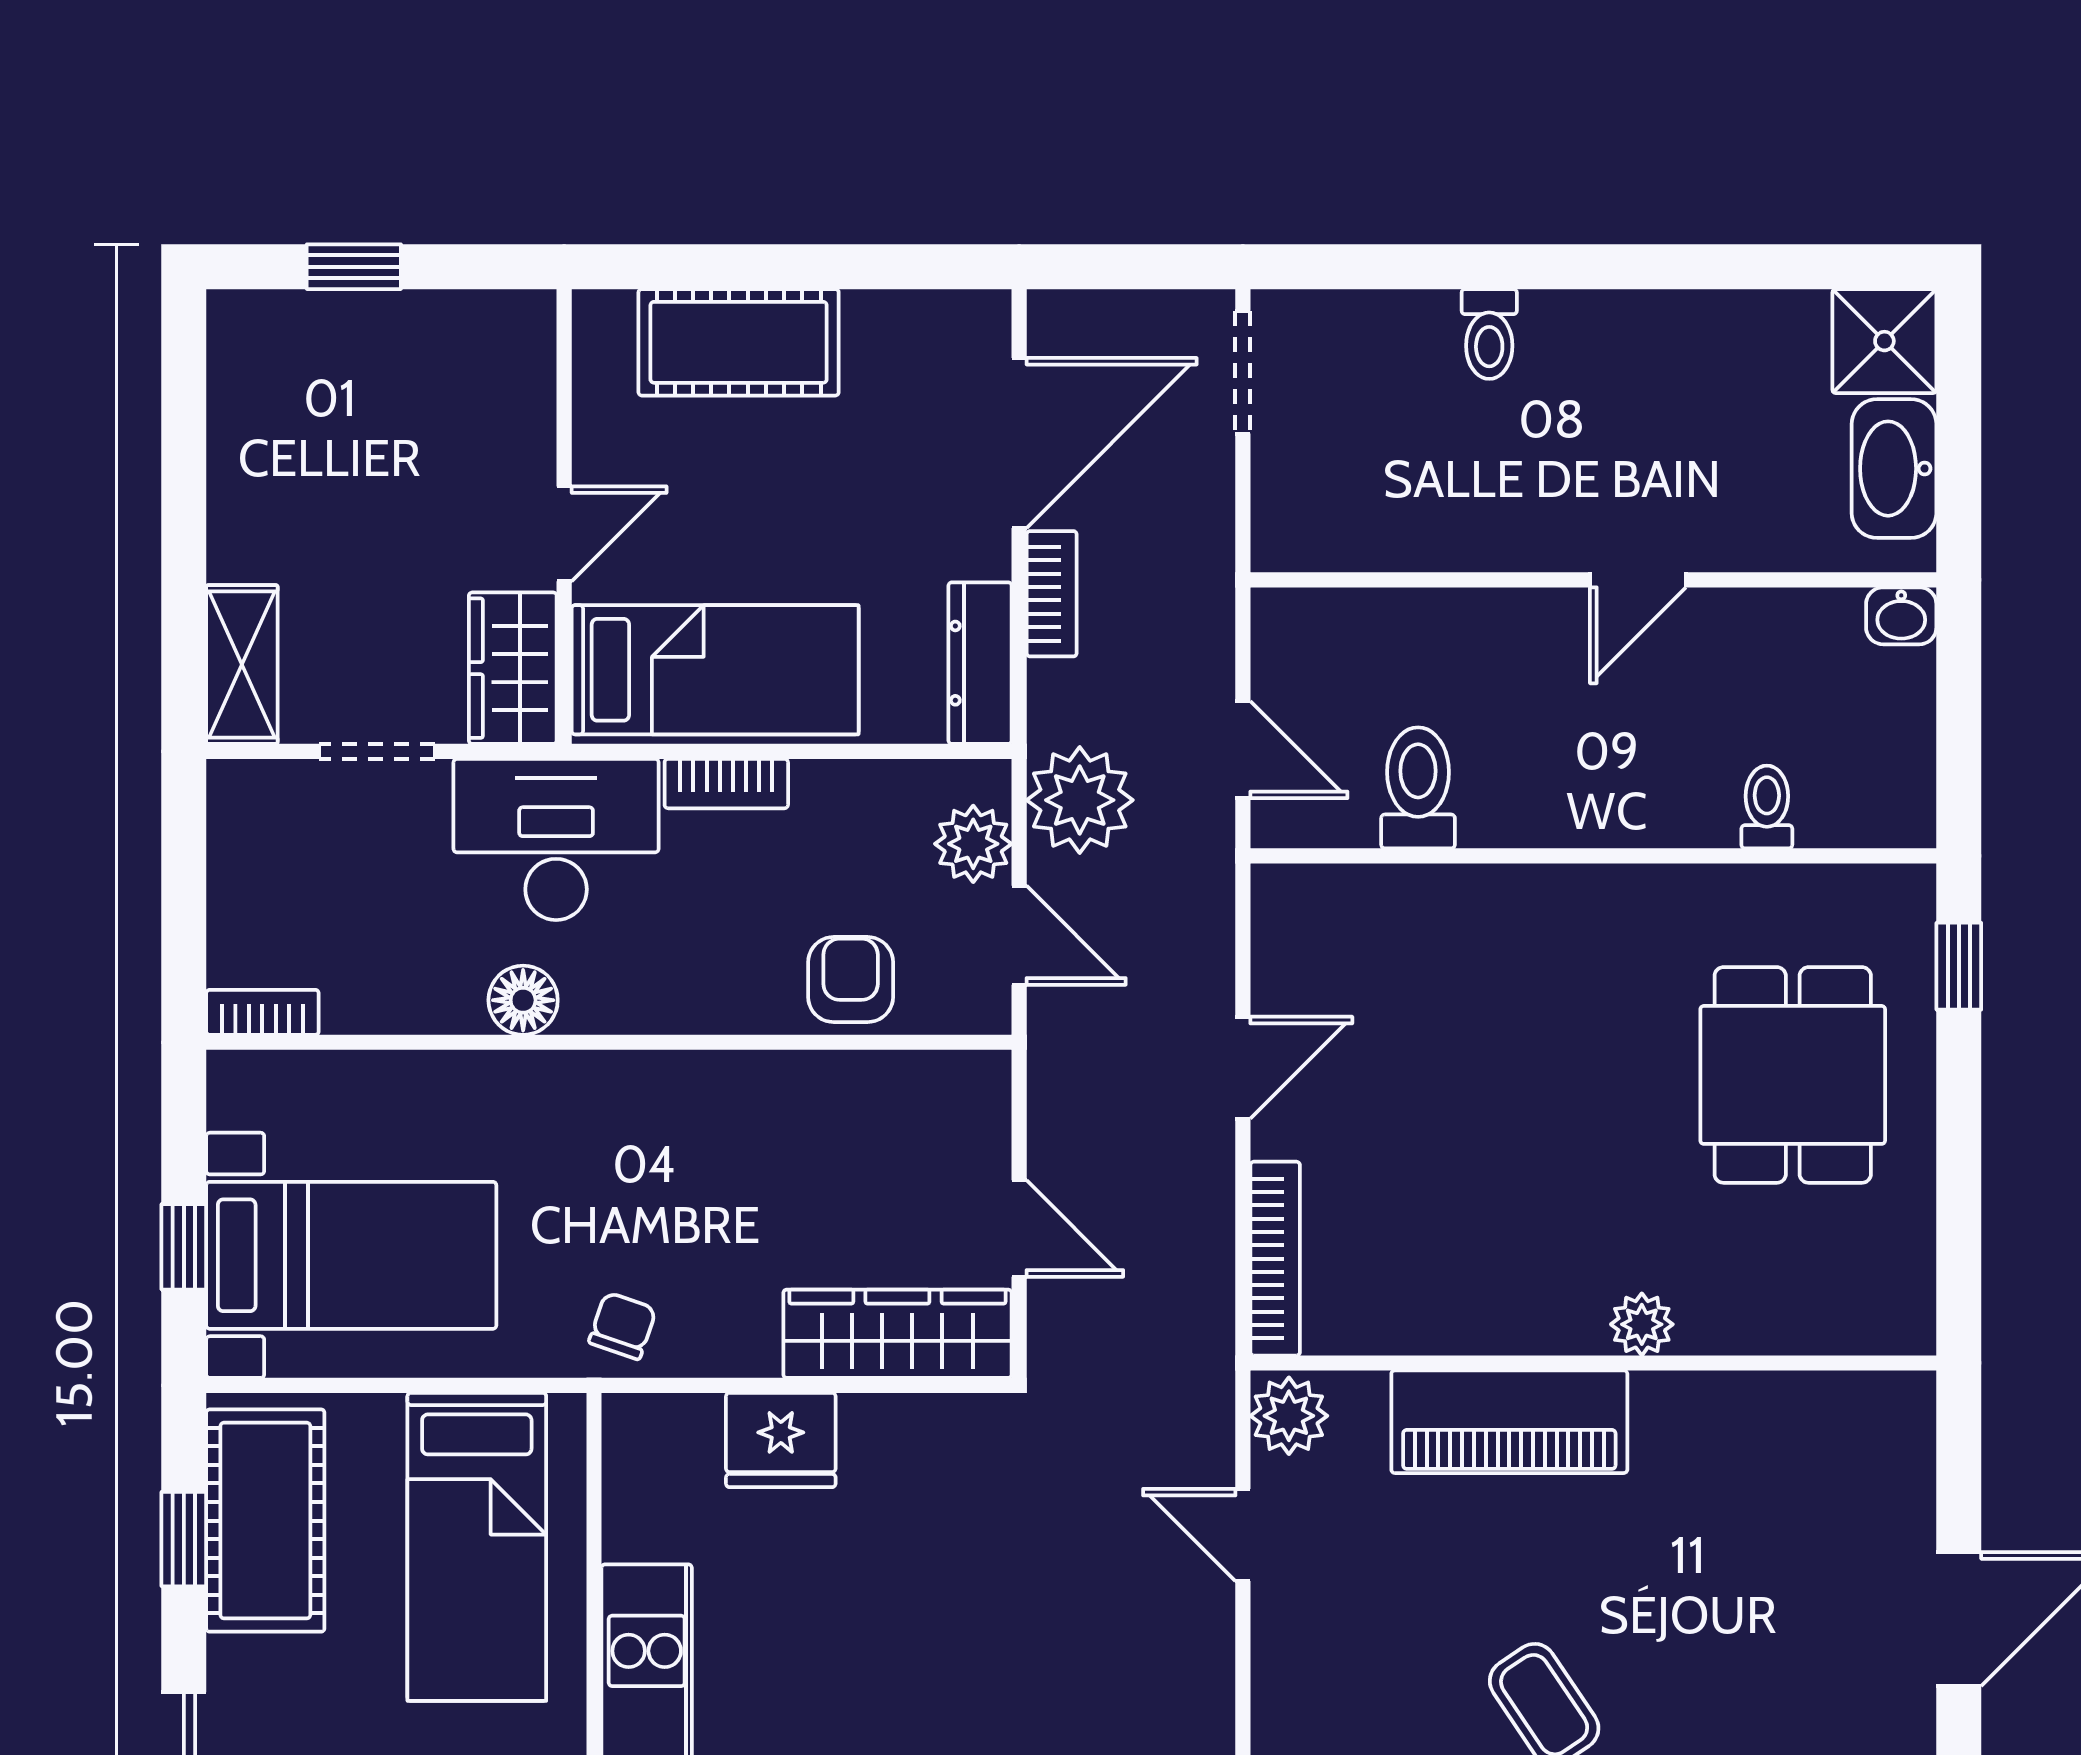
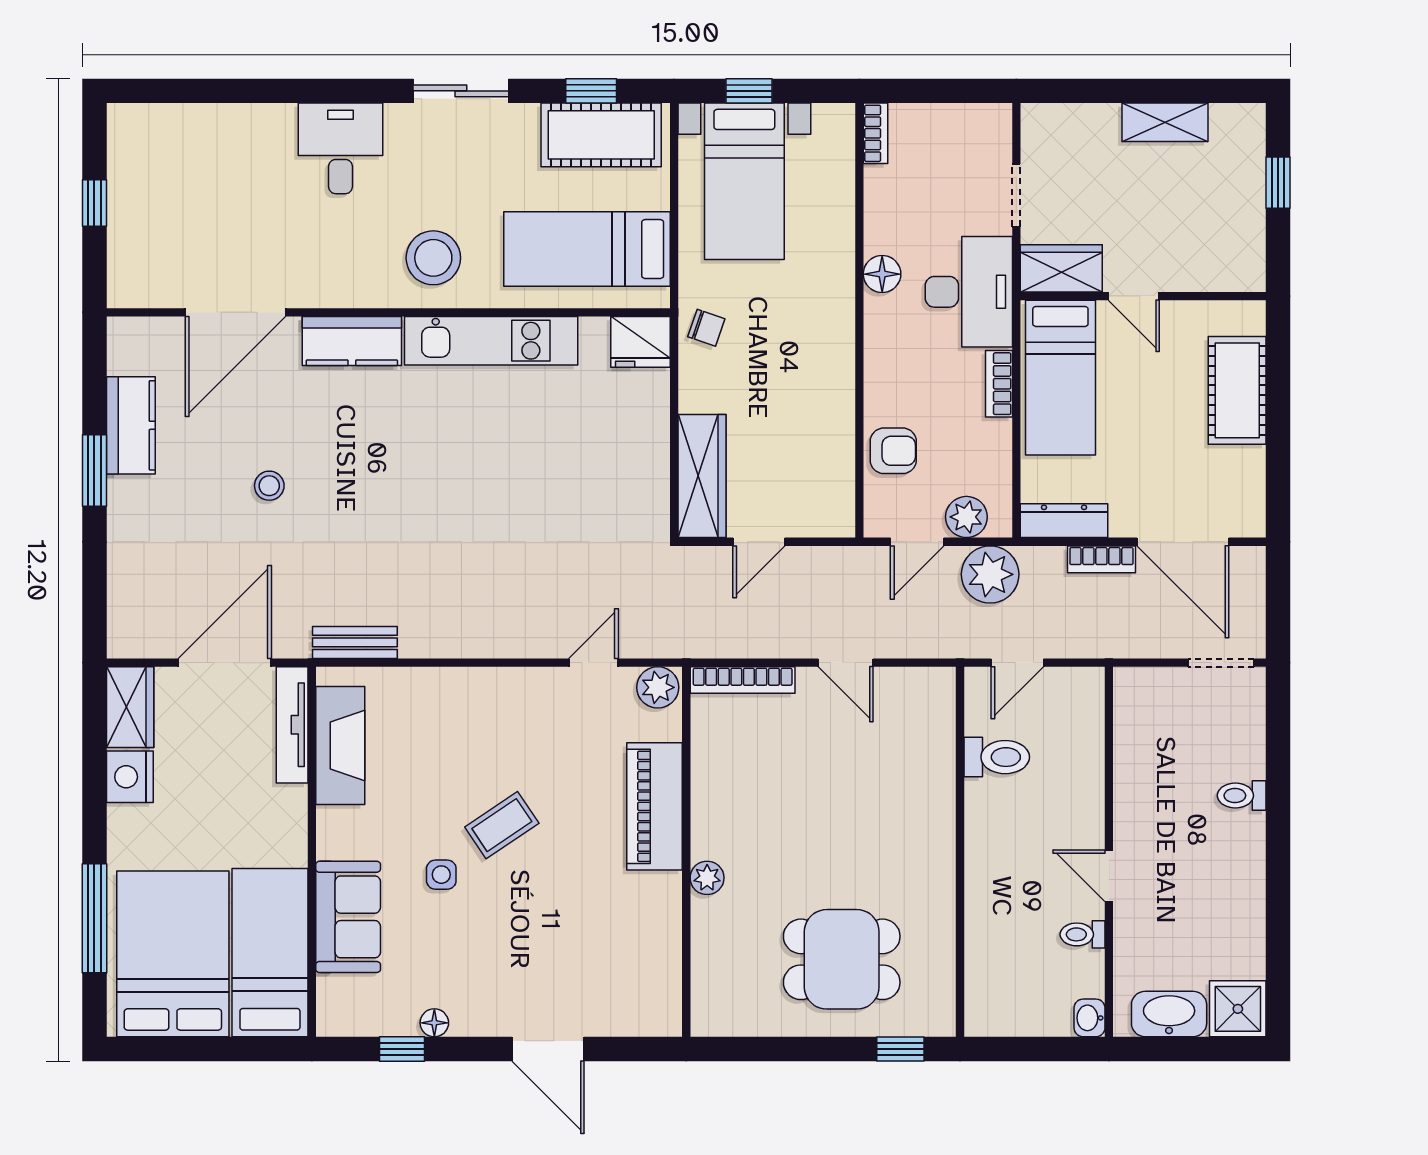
shelving: (242, 664) -> (1165, 122), moved
toilet: (1767, 807) -> (1083, 934), moved, turned 180
fridge: (781, 1440) -> (641, 342), moved, turned -90

